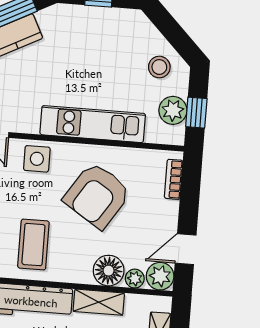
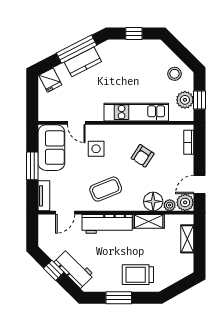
side table: (37, 159) -> (96, 149), moved
armchair: (97, 195) -> (143, 156), width x0.53, depth x0.53
coffee table: (33, 245) -> (106, 189), turned 68

